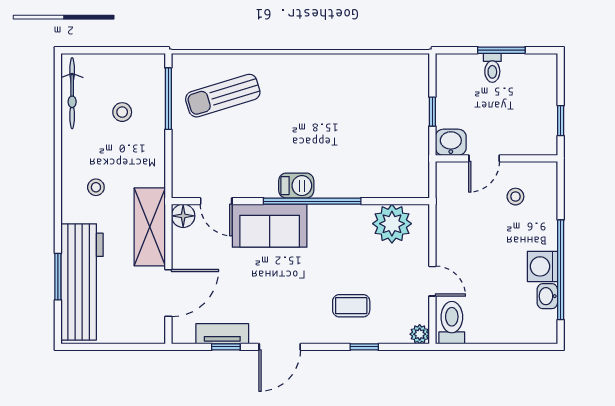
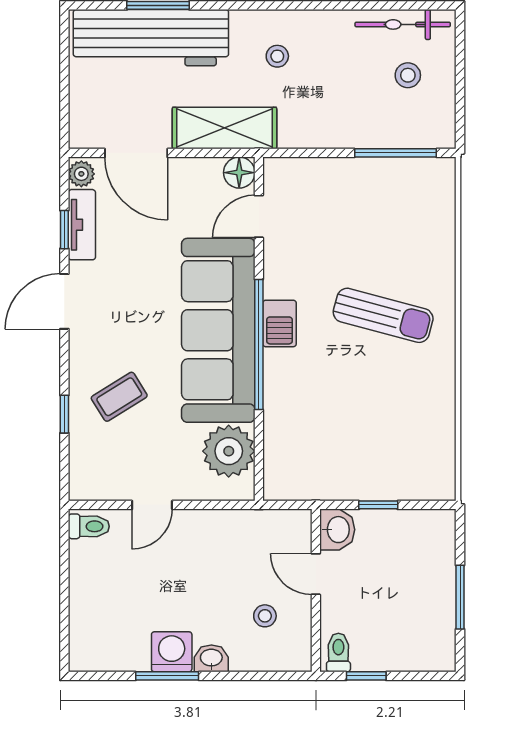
toilet: (492, 68) -> (338, 653), moved, turned 90
sun lounger: (223, 96) -> (383, 315), moved, turned 122
stool: (122, 112) -> (408, 75), moved
sofa: (270, 226) -> (218, 330), width x1.85, depth x1.27
window: (561, 270) -> (167, 676), width x0.47
washbasin: (547, 296) -> (211, 658), moved
coffee table: (351, 306) -> (119, 397), turned 58
toilet: (452, 323) -> (89, 526), width x0.73, depth x0.72
plant: (420, 334) -> (81, 174), moved
door: (280, 347) -> (64, 301), hinge flipped

